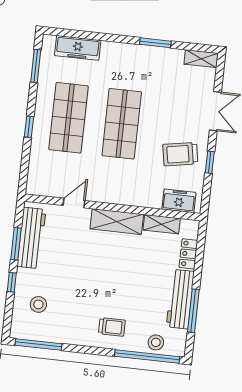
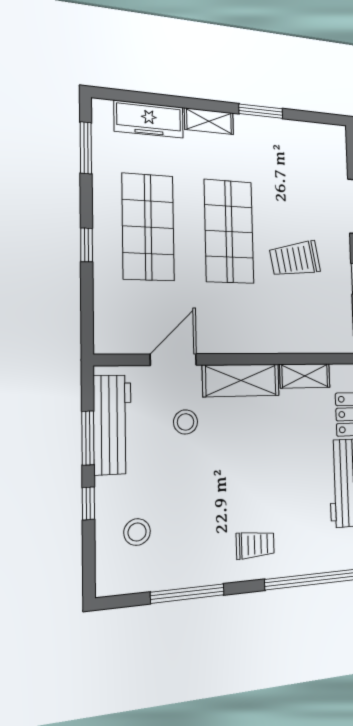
shelving: (201, 59) -> (209, 121), moved
trolley: (180, 154) -> (295, 259), moved
freezer: (179, 201) -> (324, 338), removed
door: (74, 203) -> (173, 360), width x1.37
stool: (156, 342) -> (186, 422), moved
window: (39, 344) -> (188, 594), moved

